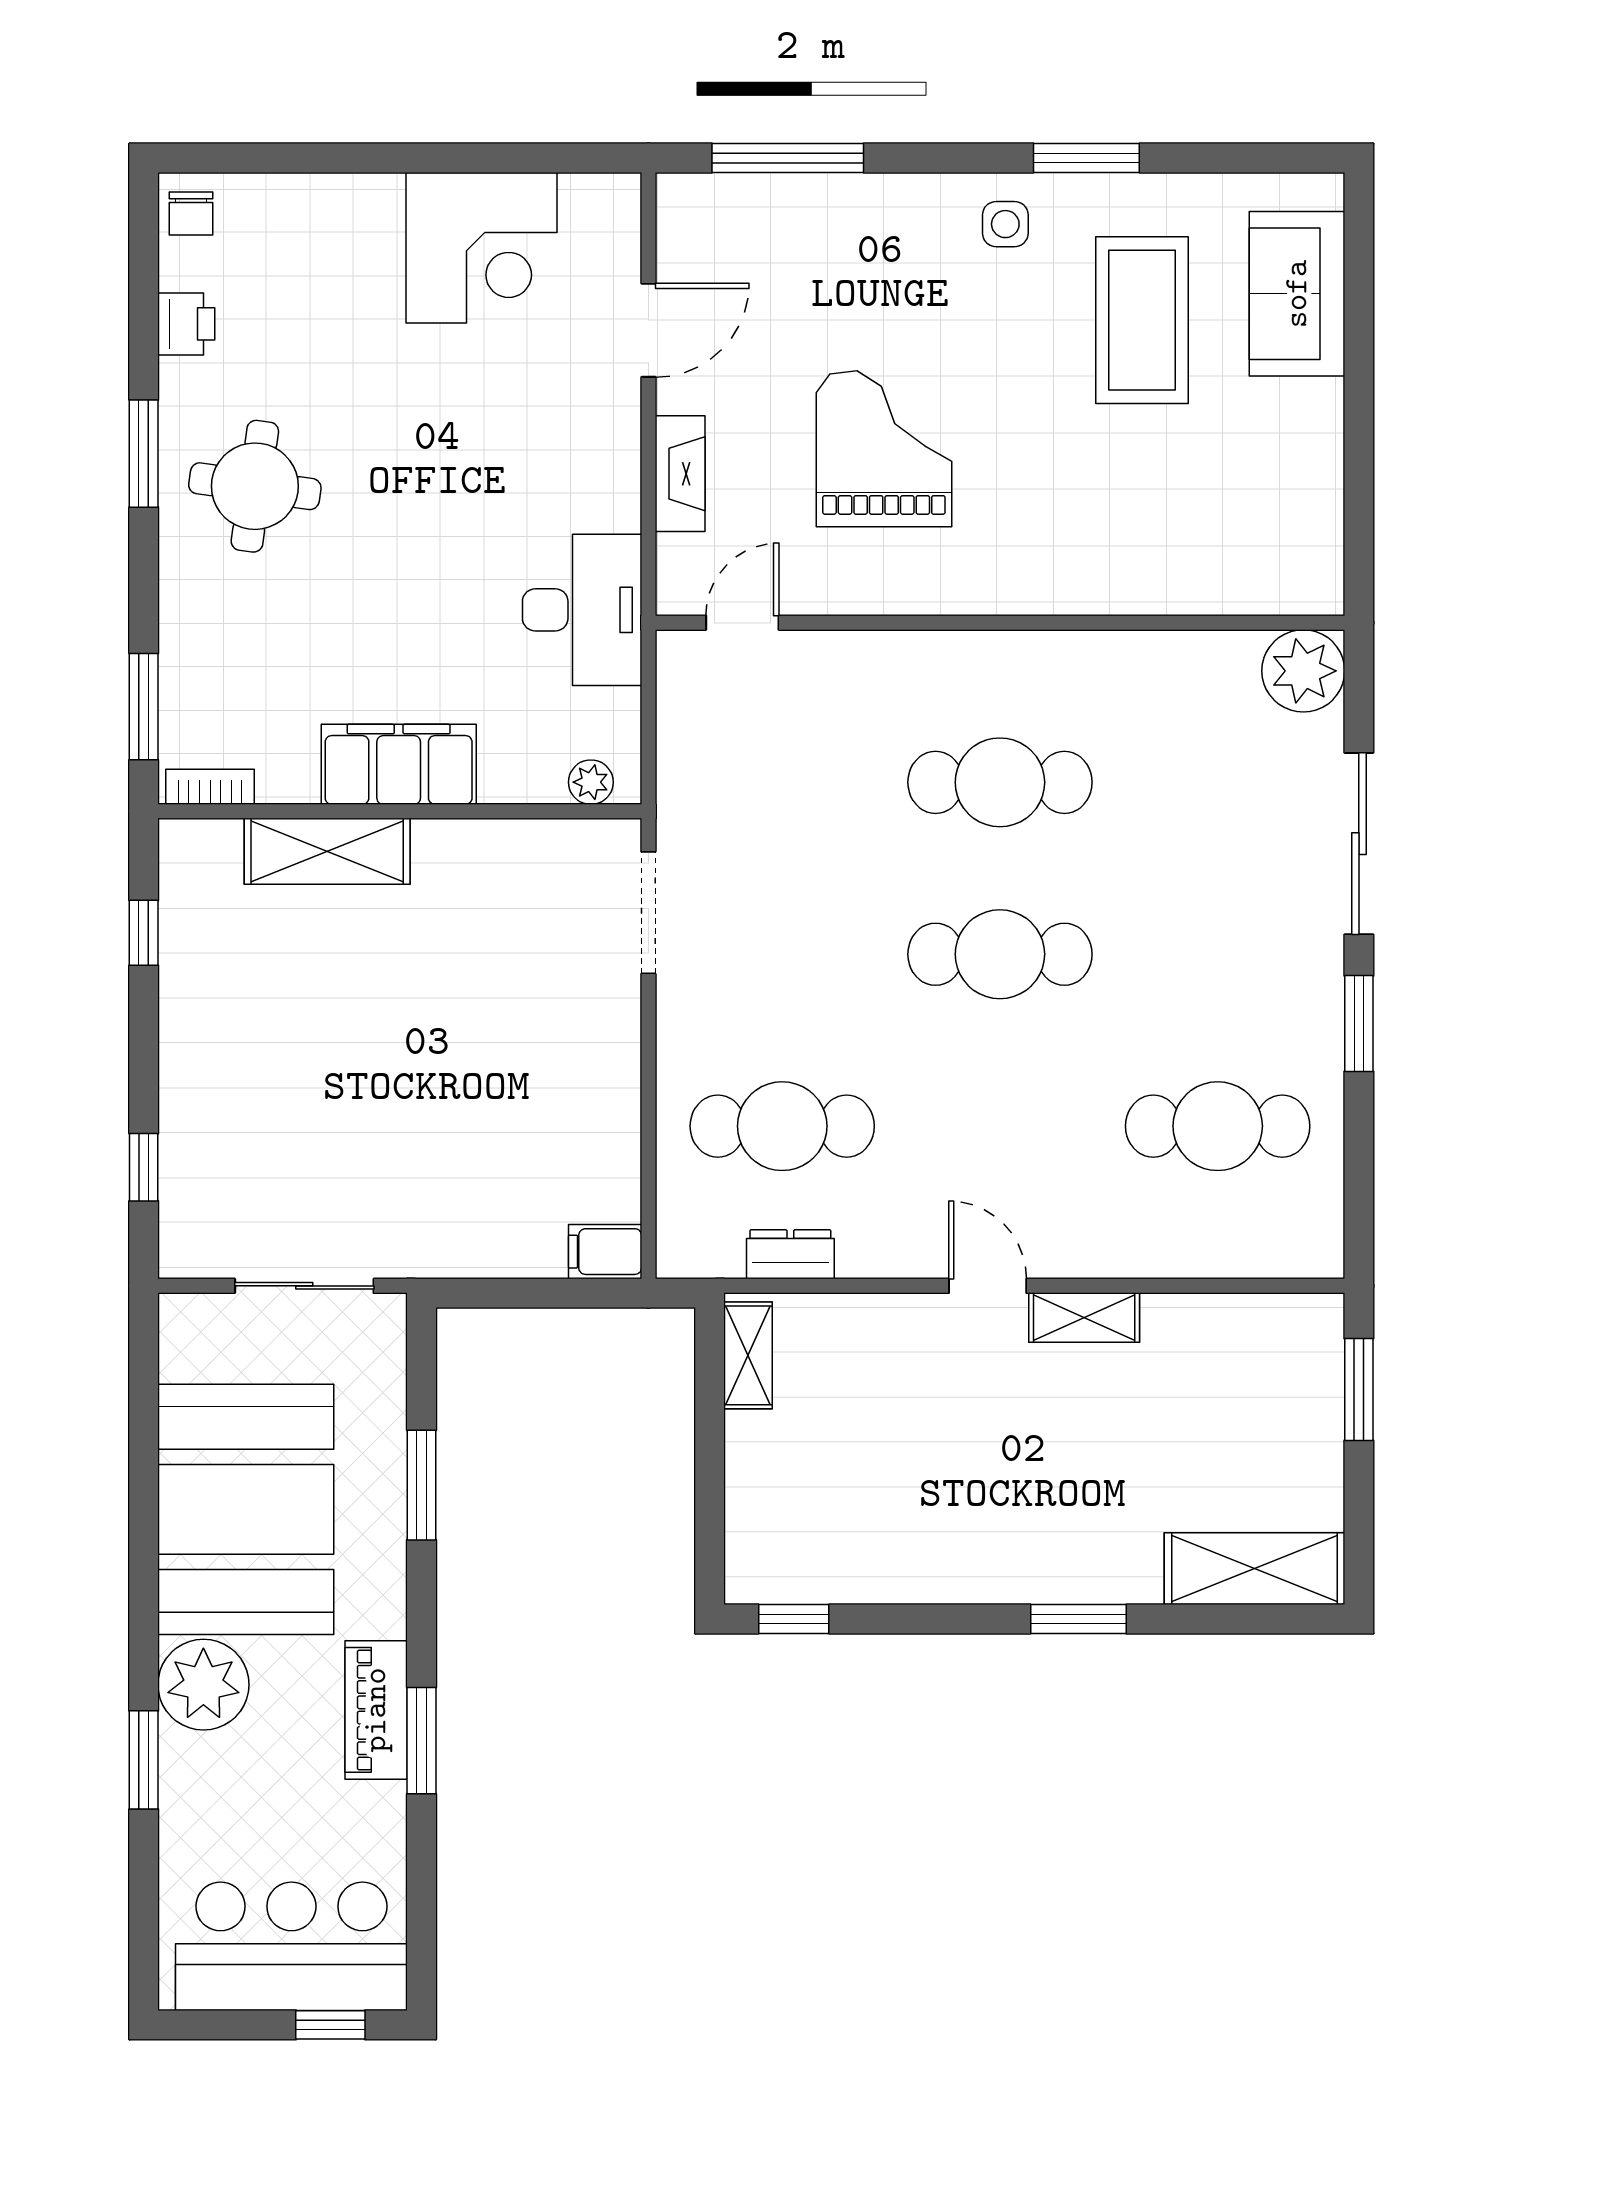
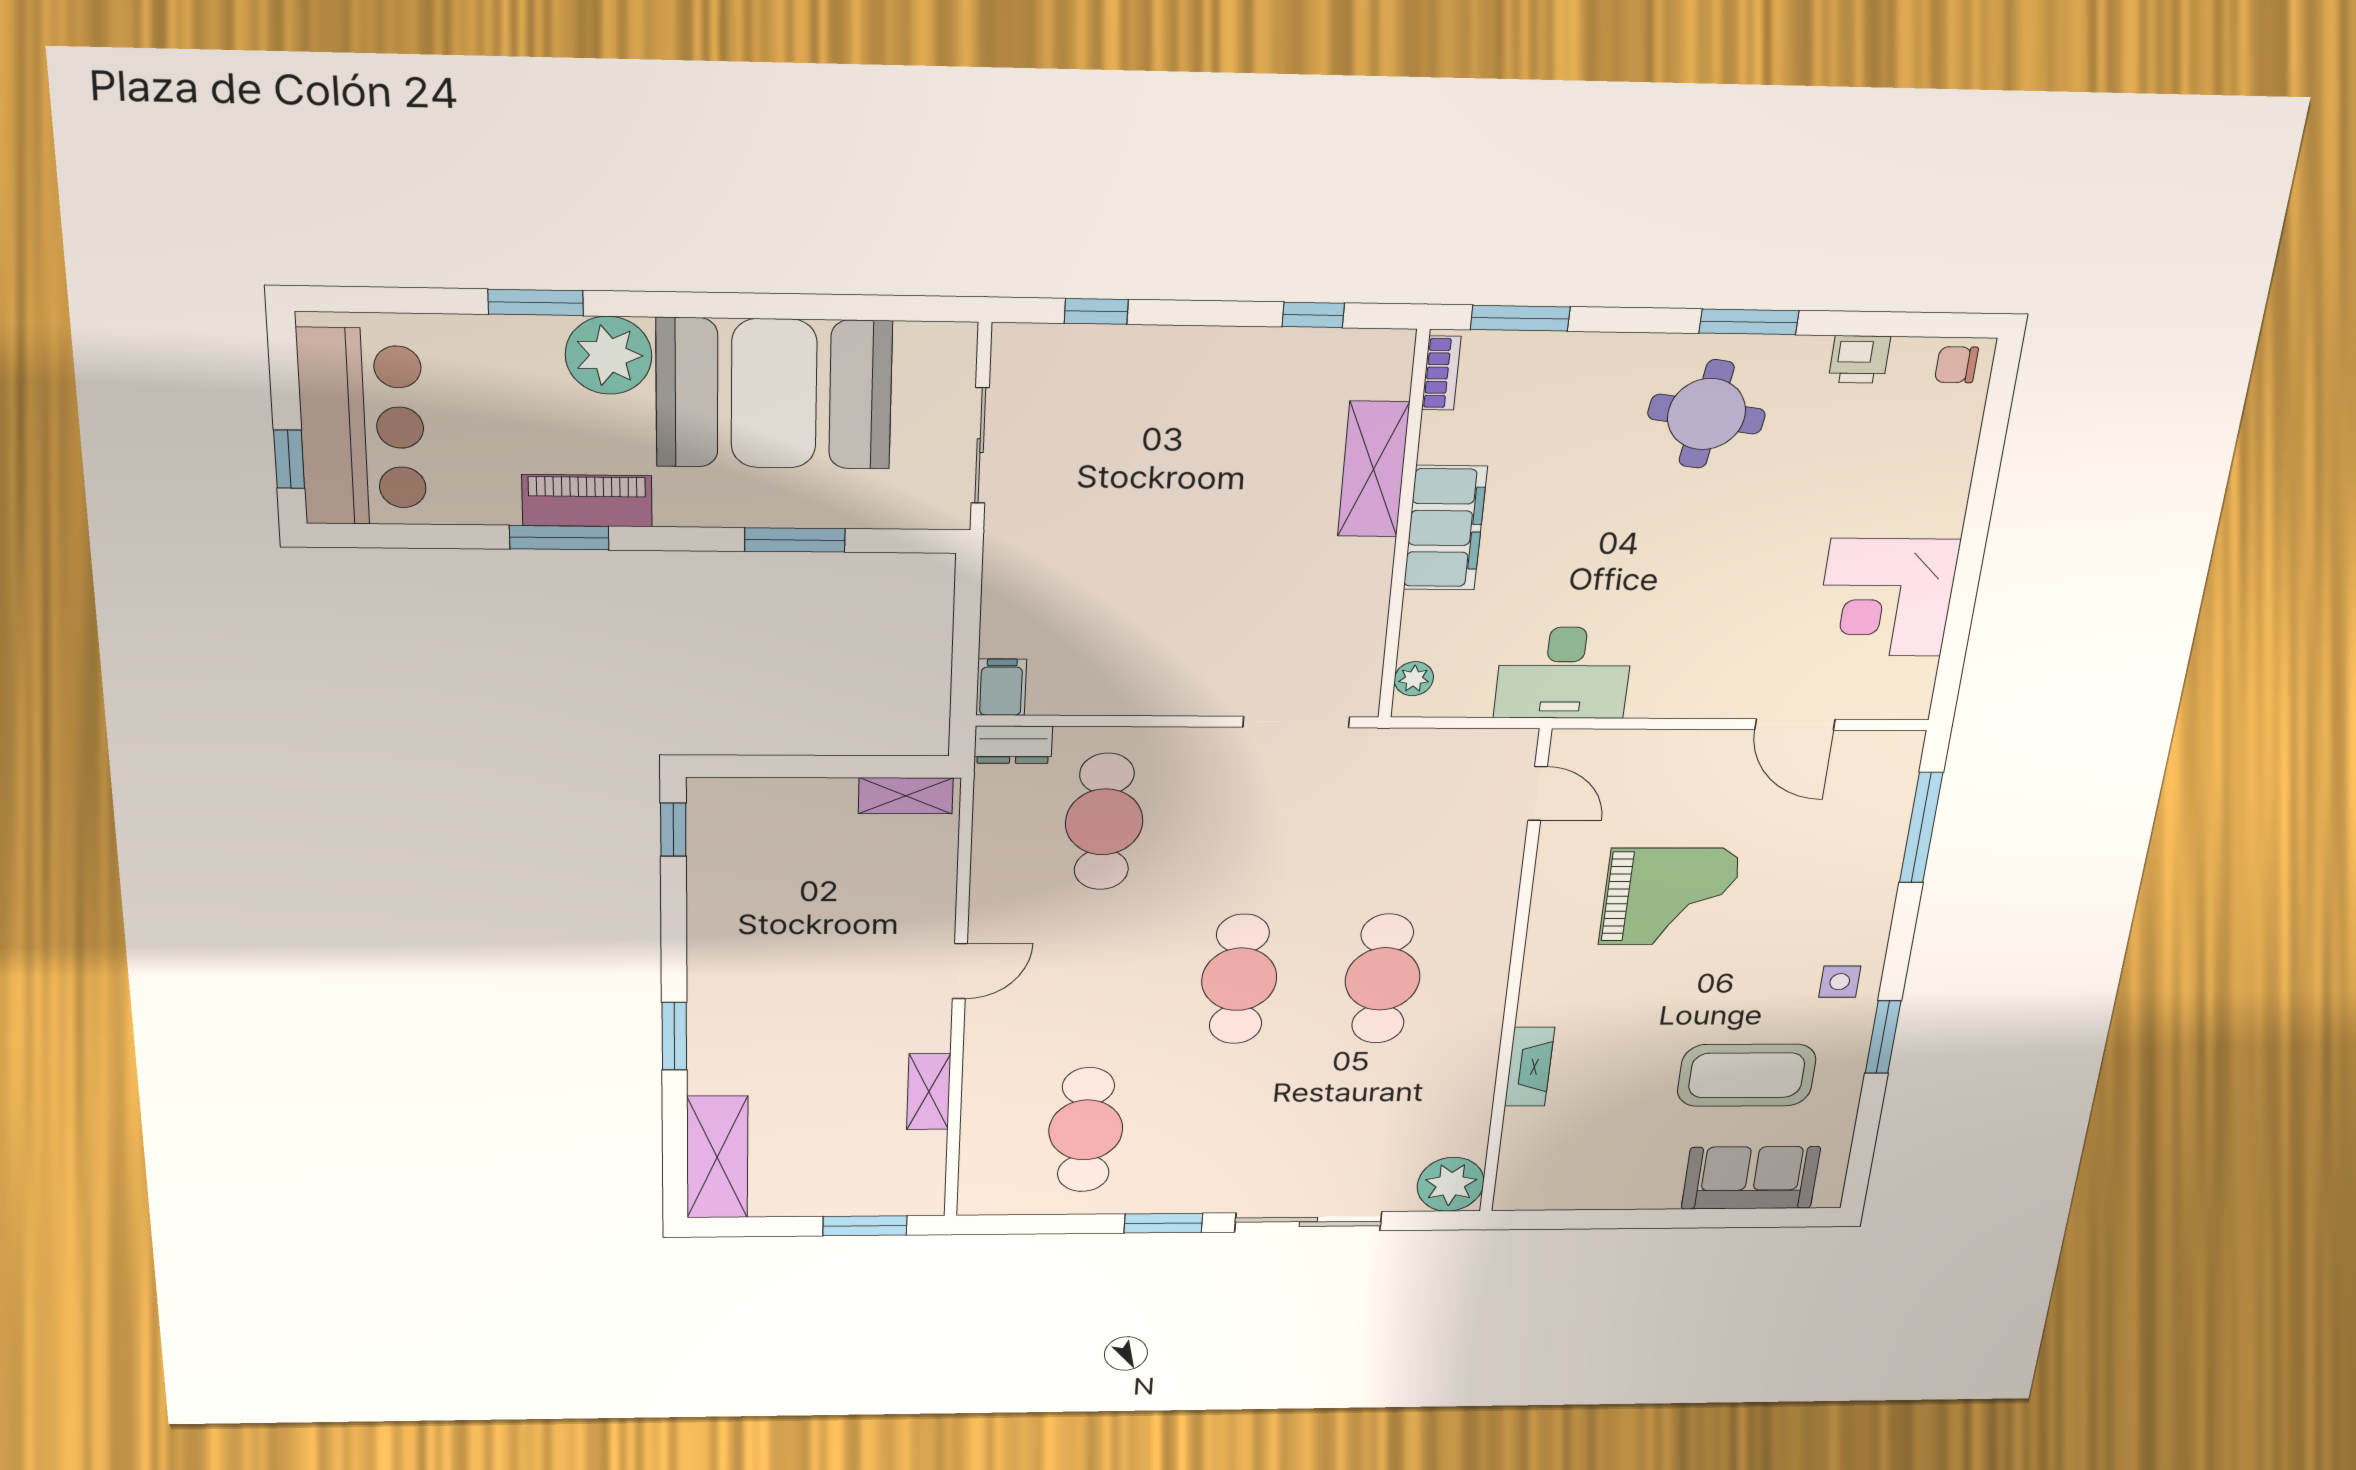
fireplace: (680, 474) -> (1529, 1067), moved, turned -90
dresser: (790, 1254) -> (1013, 745), moved, turned 90
shelving: (1084, 1317) -> (929, 1092), moved

